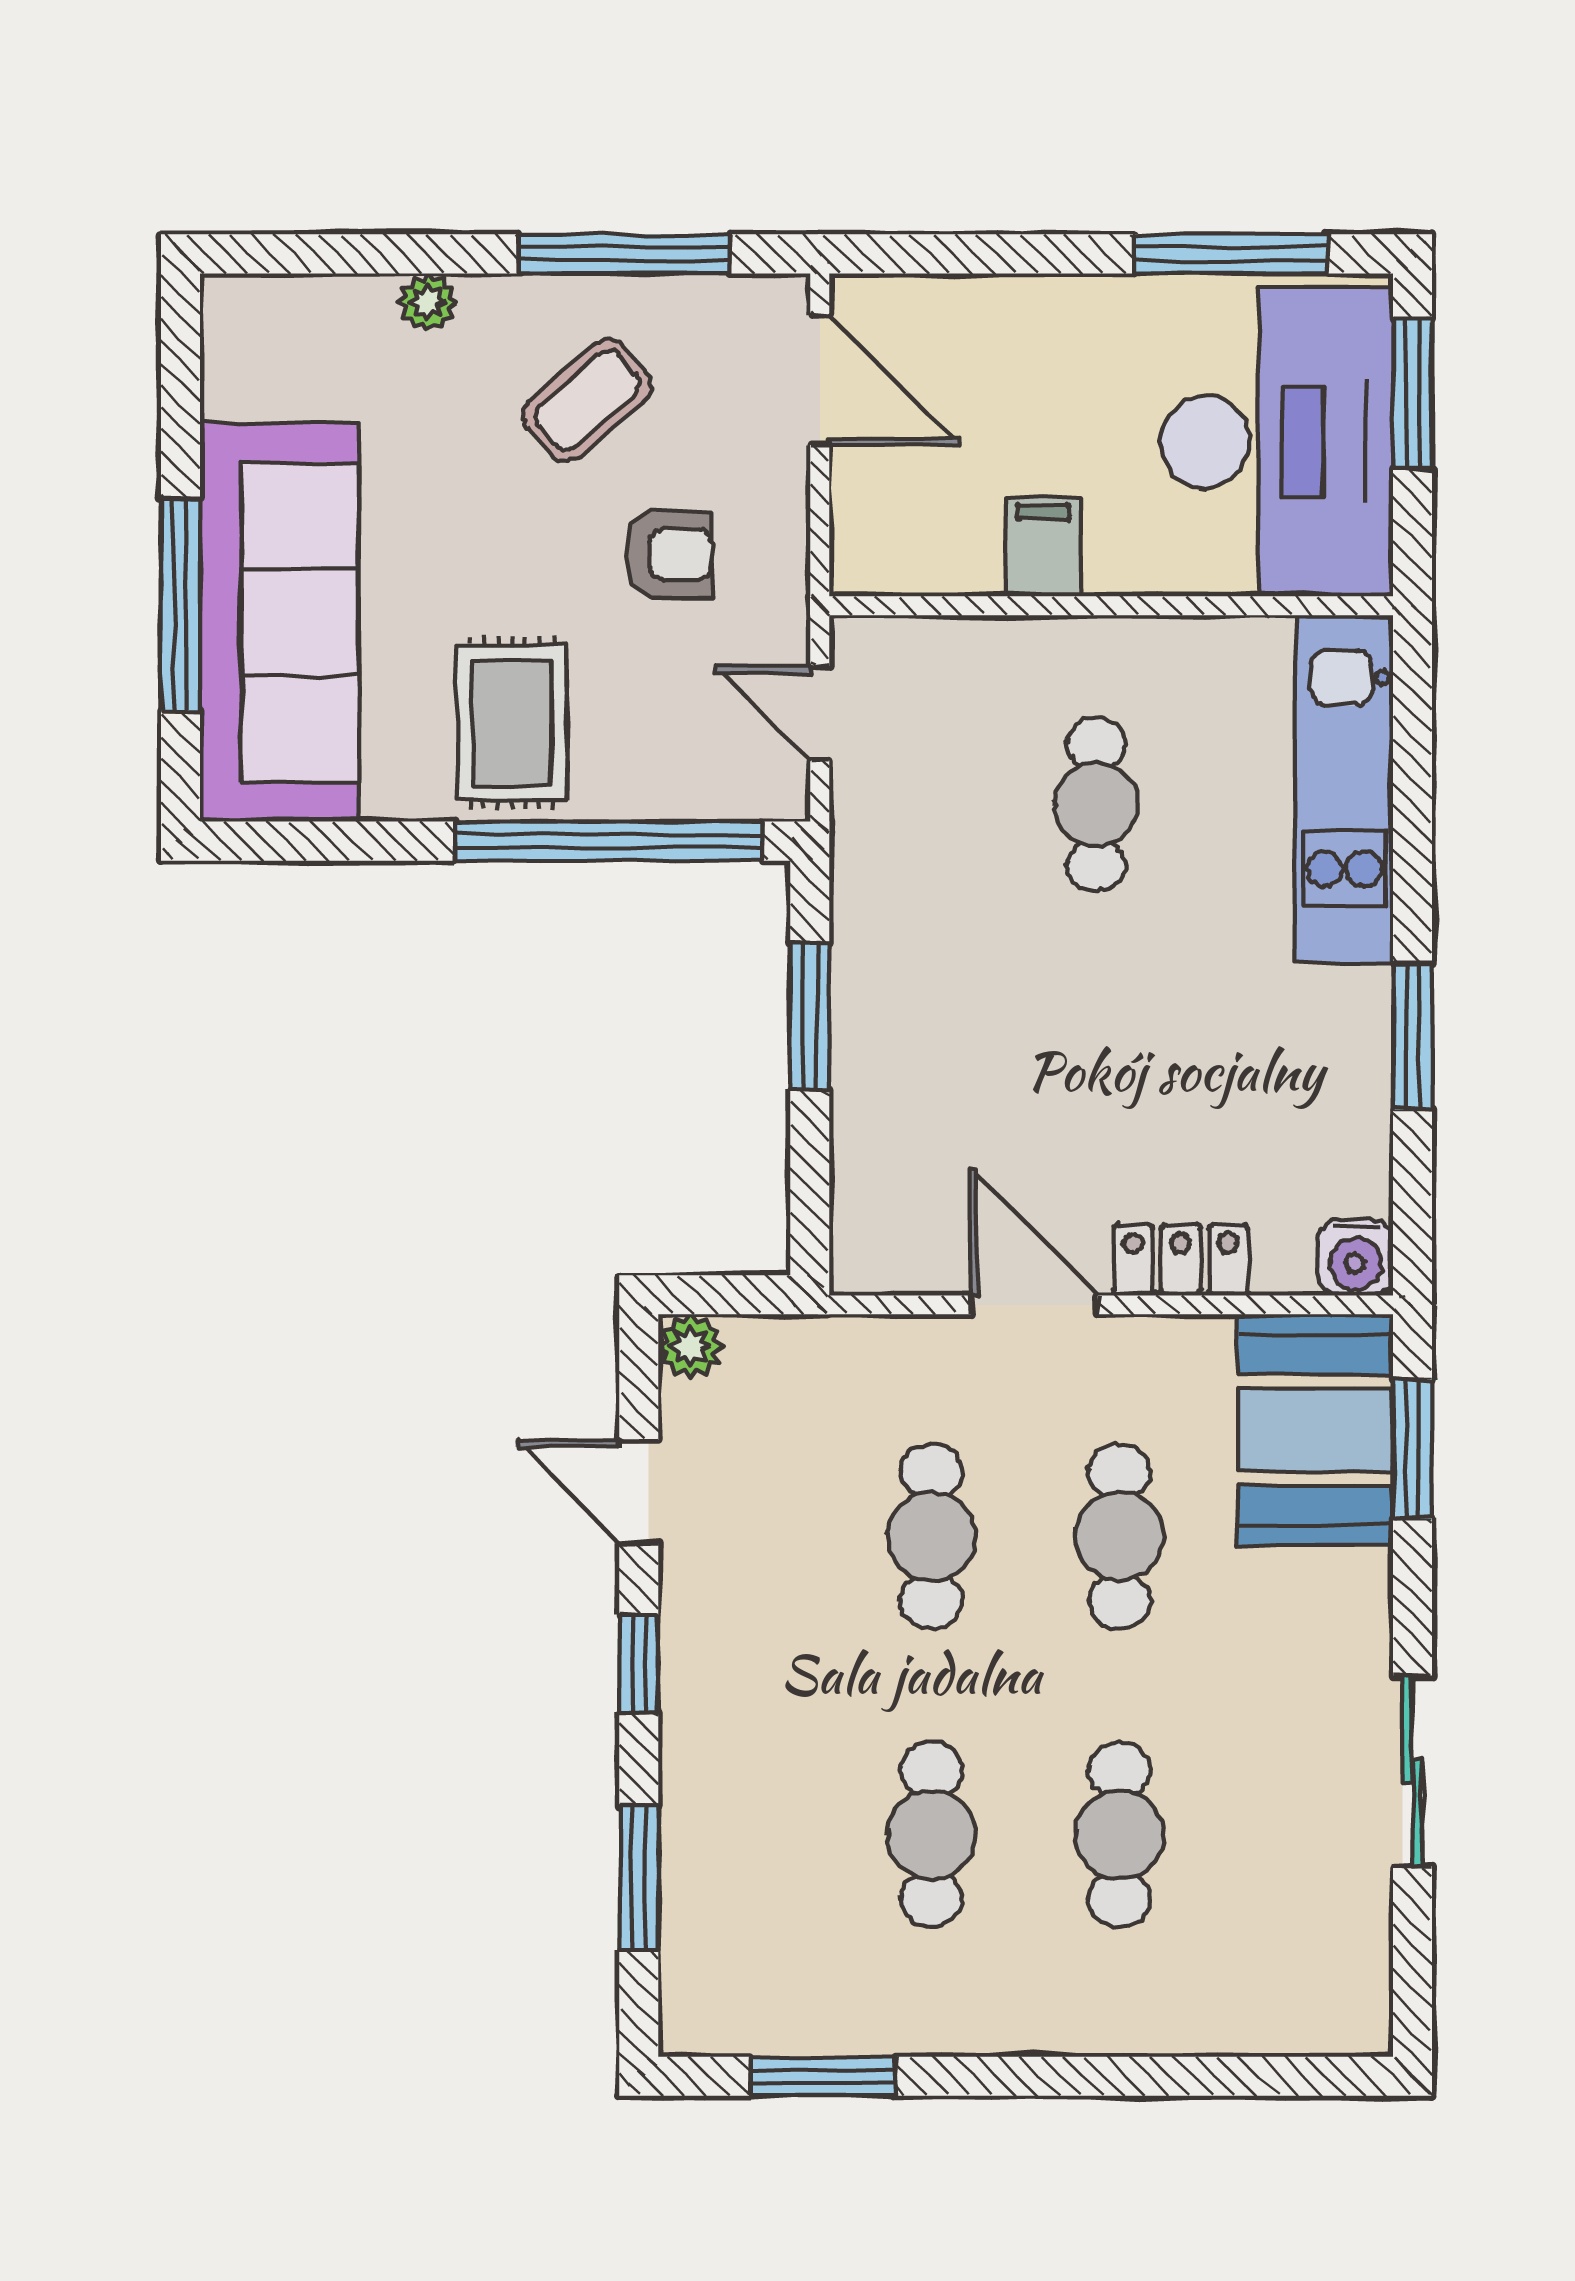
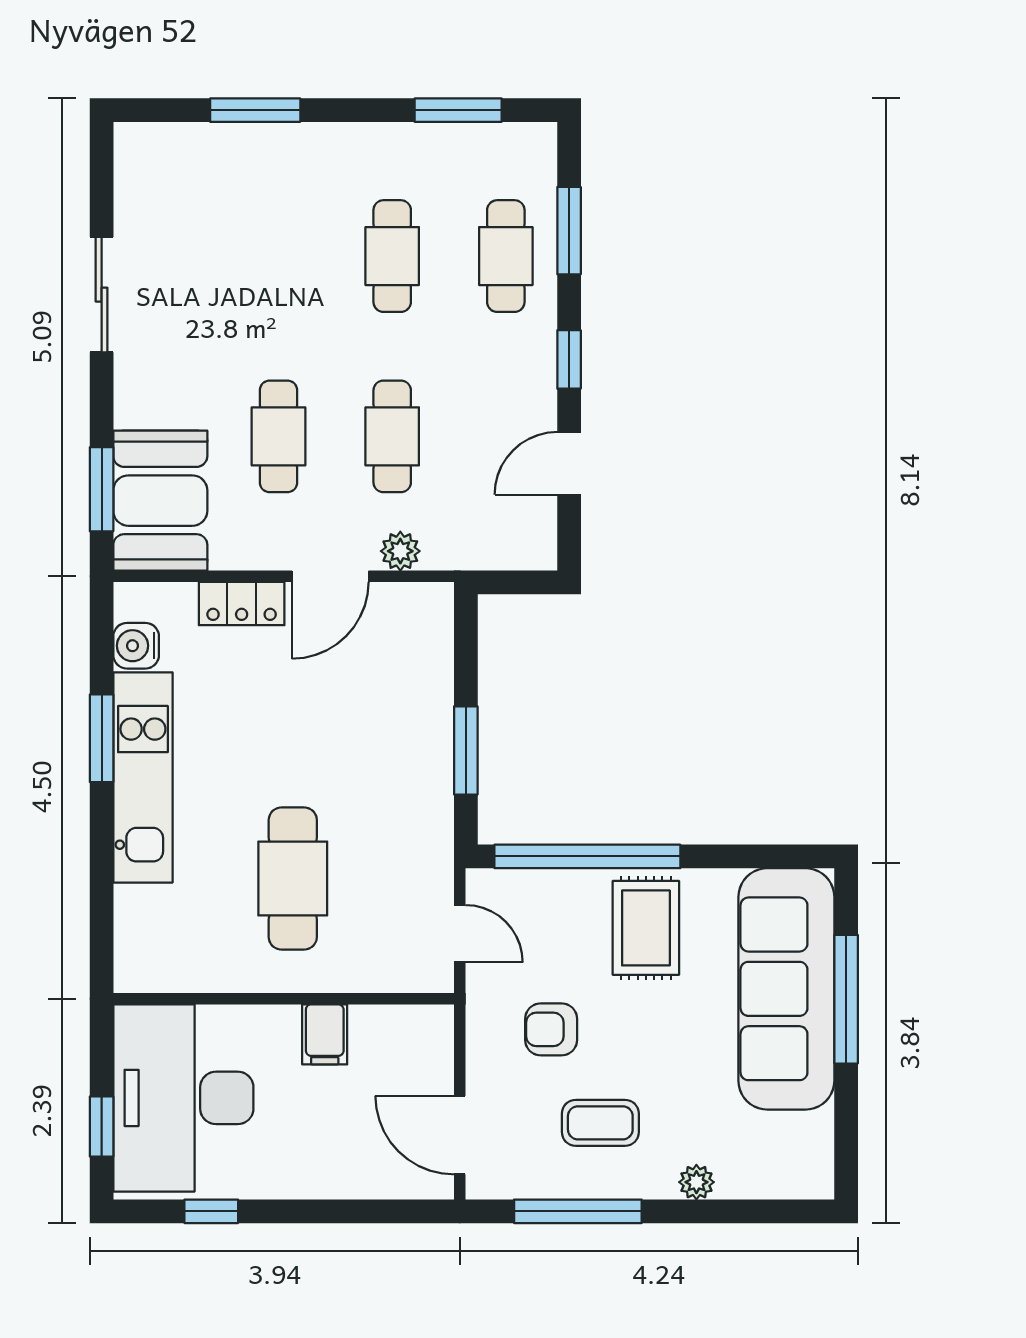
window: (1231, 254) -> (211, 1211), width x0.46
window: (1412, 394) -> (102, 1127), width x0.67
coffee table: (587, 400) -> (600, 1123), turned 41
kitchen unit: (1344, 789) -> (143, 777), moved
cafe table: (1096, 805) -> (293, 879), width x1.37, depth x1.35
water cooler: (1355, 1258) -> (136, 646), moved, turned -90
door: (1034, 1305) -> (330, 576), hinge flipped
plant: (690, 1346) -> (400, 551), moved
door: (639, 1492) -> (569, 463), swing flipped
cafe table: (1120, 1835) -> (506, 256), moved
window: (1158, 2076) -> (255, 110), added

